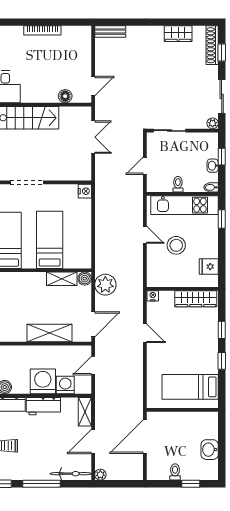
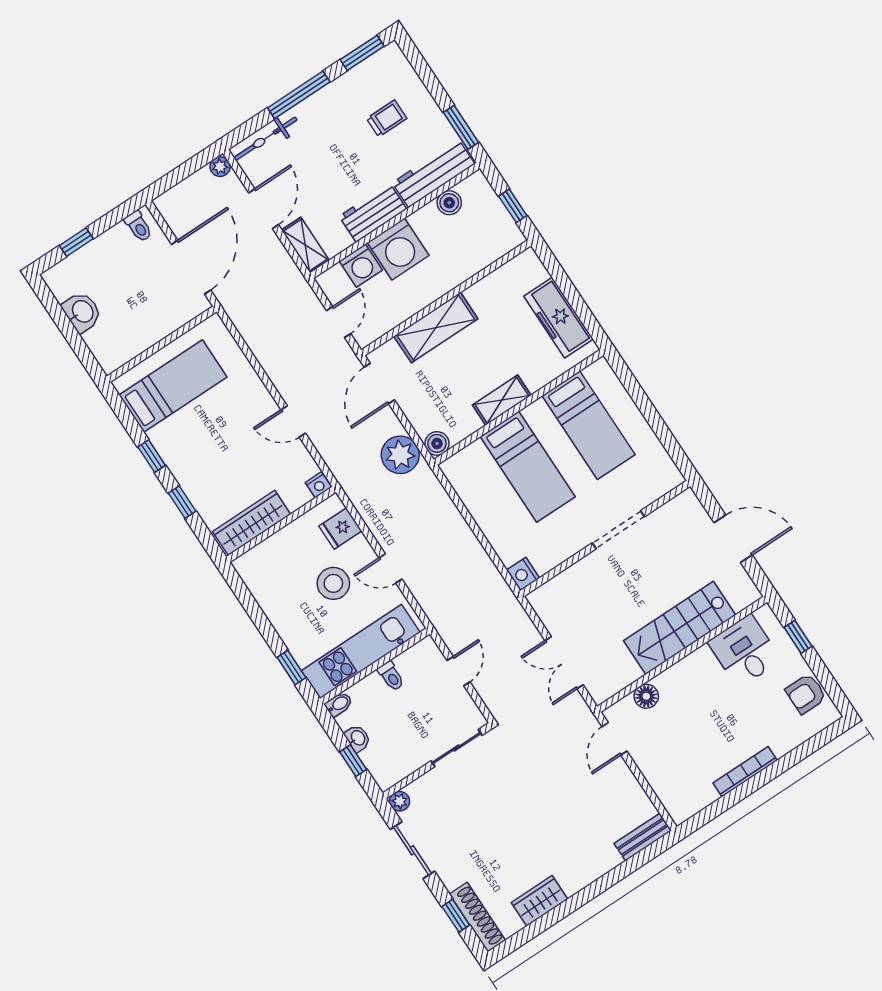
fridge: (209, 267) -> (340, 528), moved, turned 180
shelving: (62, 279) -> (502, 400), moved
toilet: (175, 472) -> (138, 226), moved

